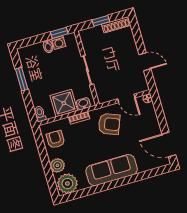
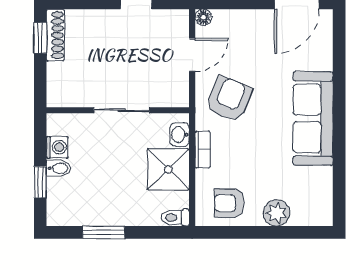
window: (101, 21) -> (40, 38), moved
window: (59, 33) -> (40, 182), moved
plant: (67, 184) -> (314, 205), removed

